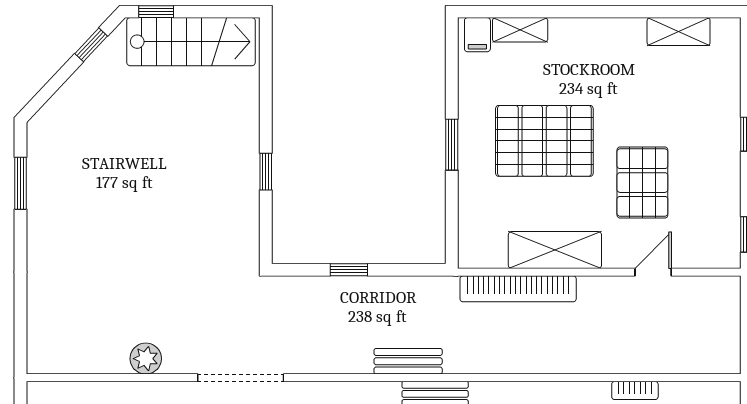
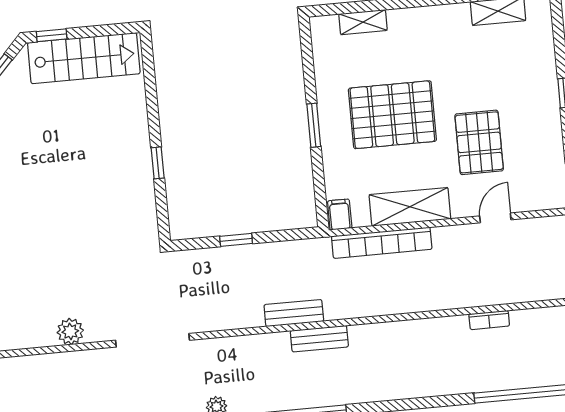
filing cabinet: (477, 35) -> (340, 215), moved, turned 180

